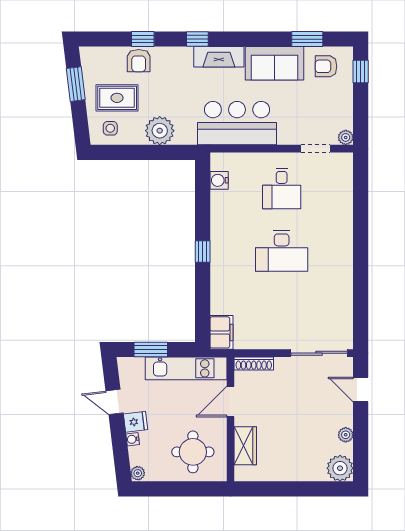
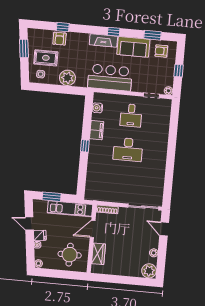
window: (197, 39) -> (114, 32), moved
window: (361, 71) -> (179, 71), moved
filing cabinet: (221, 332) -> (97, 130), moved

